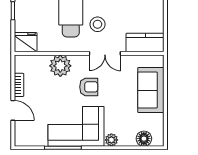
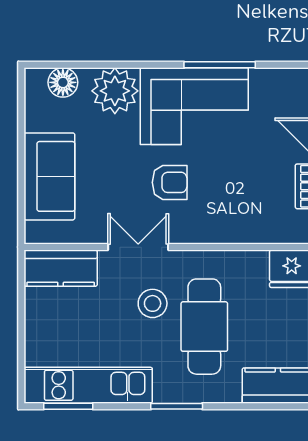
plant: (60, 66) -> (224, 223), removed
armchair: (89, 87) -> (170, 182), turned 180
plant: (111, 140) -> (115, 91), width x1.88, depth x1.88

